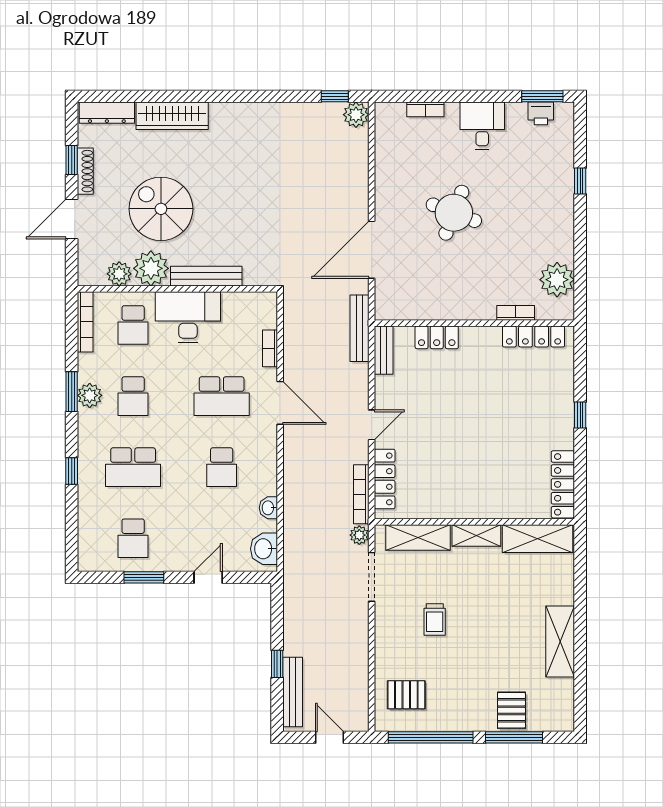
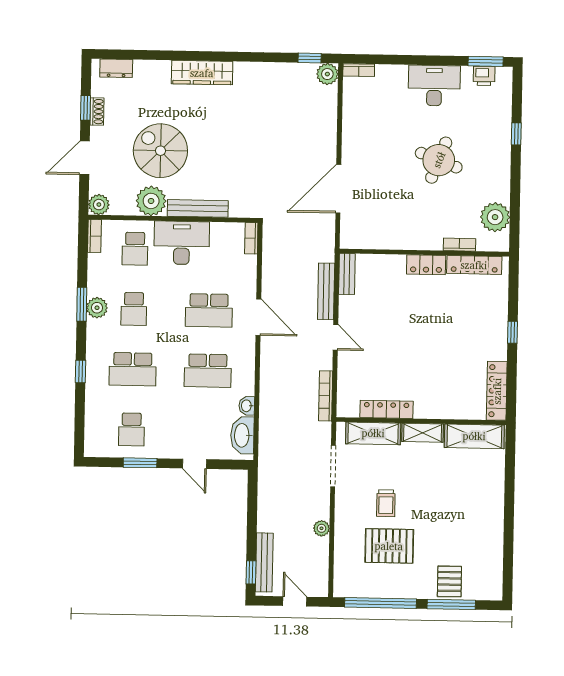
bookcase: (425, 109) -> (359, 70), moved
dresser: (107, 113) -> (116, 68), width x0.70
wardrobe: (172, 116) -> (202, 73), moved
desk: (482, 126) -> (434, 85), width x1.37
shoe rack: (85, 171) -> (97, 112), width x0.70
round table: (454, 213) -> (439, 160), moved
plant: (119, 274) -> (99, 205), moved
bookcase: (85, 322) -> (94, 236), width x0.64
bench: (359, 328) -> (326, 291), moved
locker: (437, 337) -> (426, 265), moved
bookcase: (270, 348) -> (251, 238), moved
door: (372, 425) -> (335, 337), hinge flipped
school desk: (222, 467) -> (208, 371), width x1.85
locker: (385, 479) -> (387, 409), moved, turned -90
plant: (359, 535) -> (321, 528), moved
washbasin: (264, 549) -> (242, 435), width x1.38
door: (208, 577) -> (194, 464), swing flipped
shelving: (560, 642) -> (492, 524), removed
window: (277, 664) -> (251, 572), moved
pallet: (406, 695) -> (389, 546), moved, width x1.50, depth x1.42

